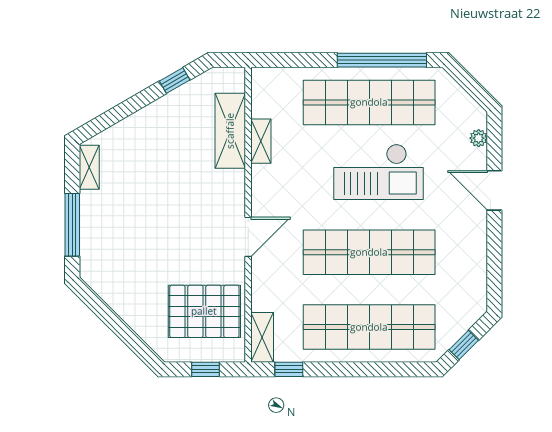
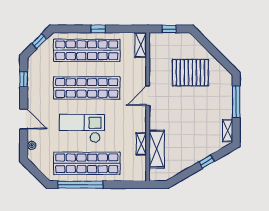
window: (175, 81) -> (207, 162), moved
window: (494, 269) -> (24, 79), added
pallet: (204, 311) -> (190, 73), moved
window: (289, 369) -> (98, 29), moved

